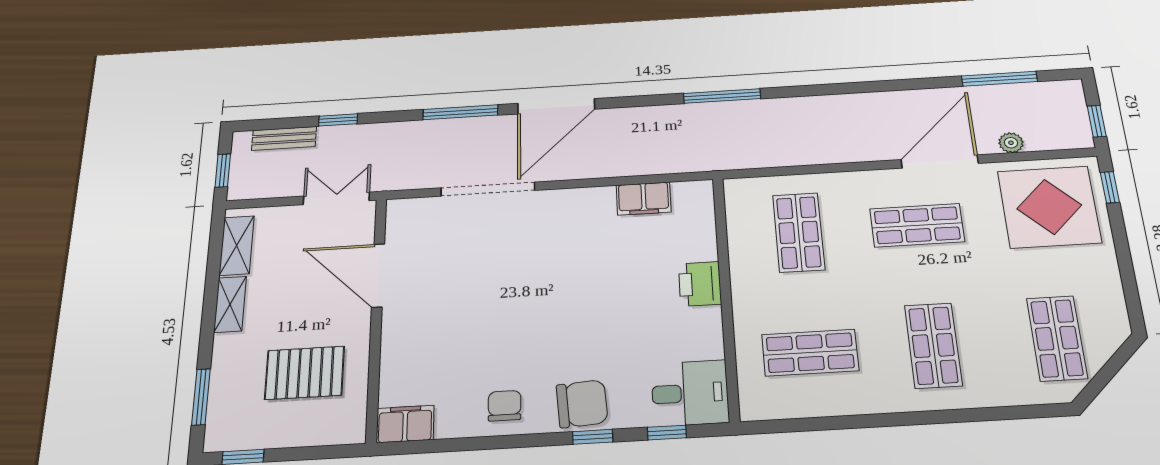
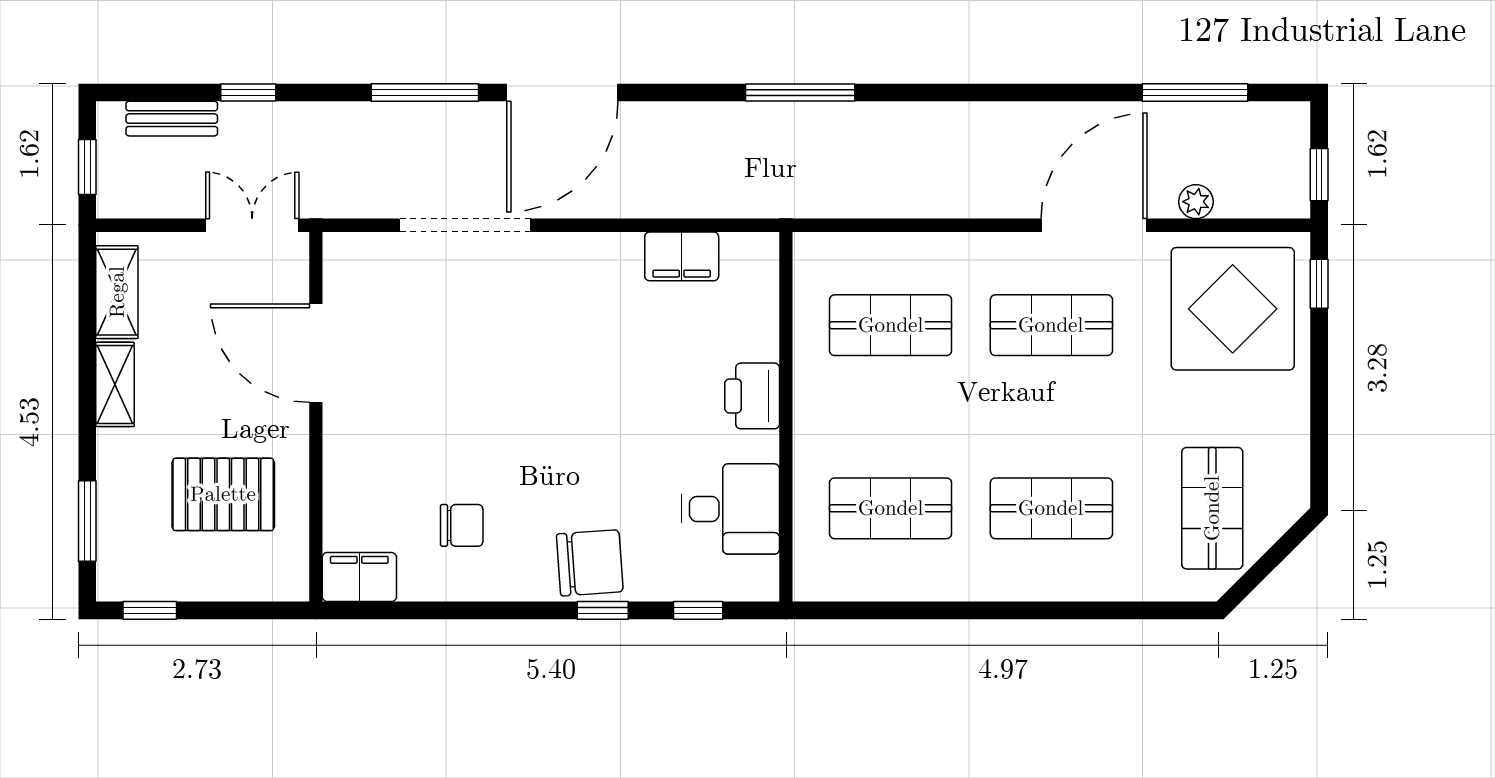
shop shelf: (799, 232) -> (891, 325), turned 90
shop shelf: (933, 345) -> (1051, 508), turned 90
desk: (690, 393) -> (731, 509), moved
chair: (505, 406) -> (462, 525), moved, turned 90

